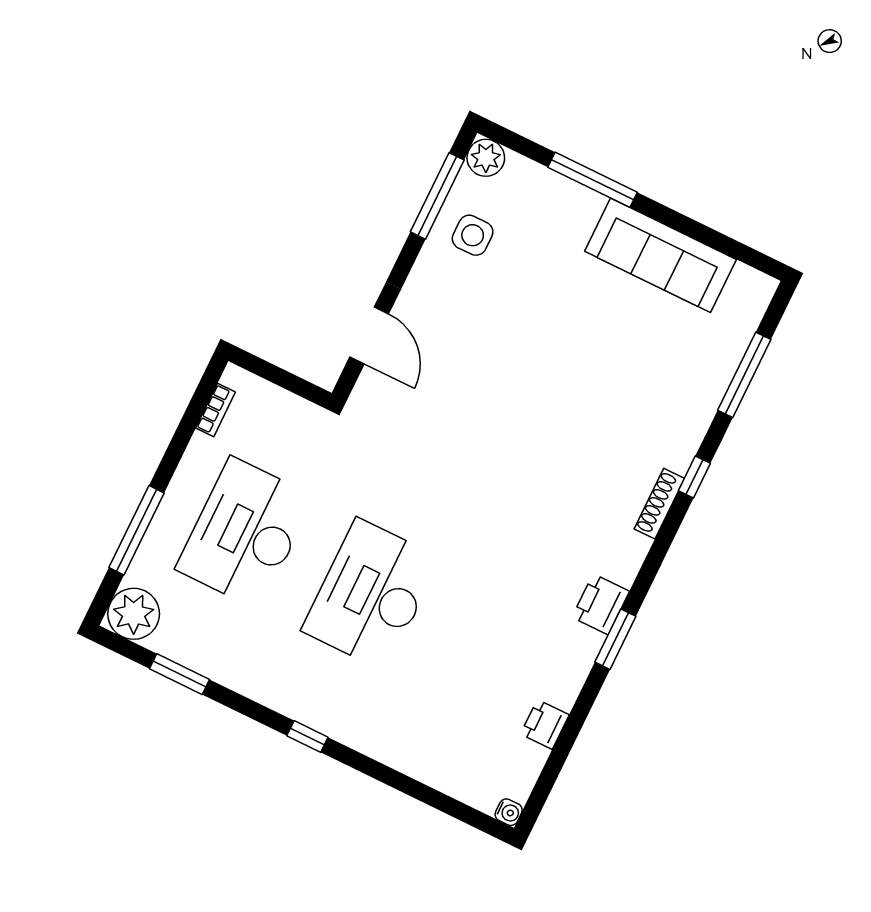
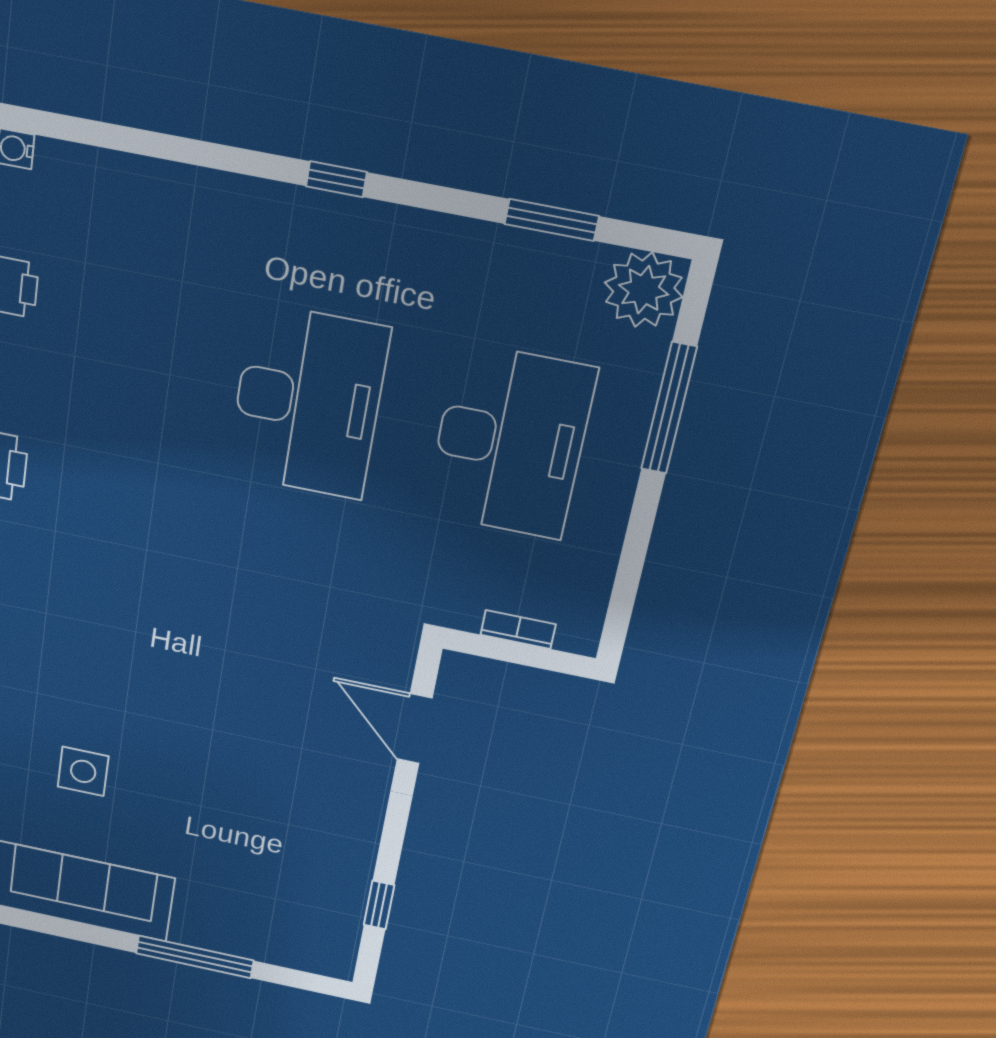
plant: (486, 158) -> (333, 957), removed
window: (437, 196) -> (379, 905), width x0.46
side table: (473, 235) -> (83, 771), moved
bookcase: (216, 410) -> (518, 629), moved, turned 90

